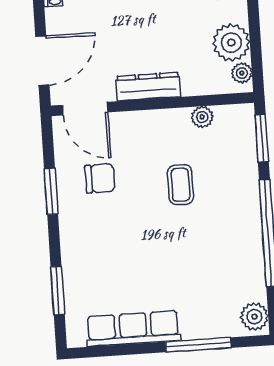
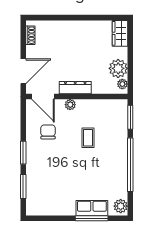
plant: (202, 117) -> (70, 105), moved
chair: (100, 178) -> (48, 132), turned -90
window: (51, 191) -> (23, 153), moved
row of seats: (133, 329) -> (92, 208), moved, width x0.68

